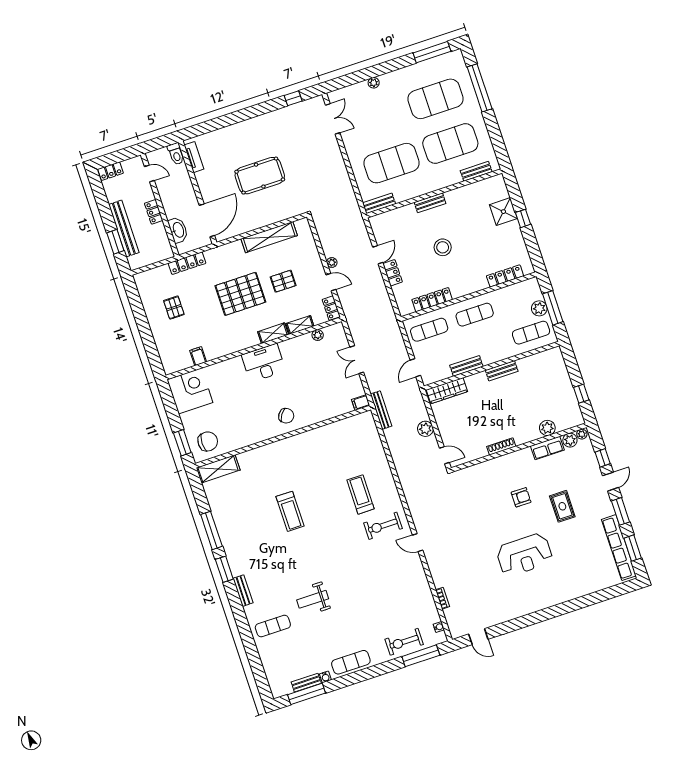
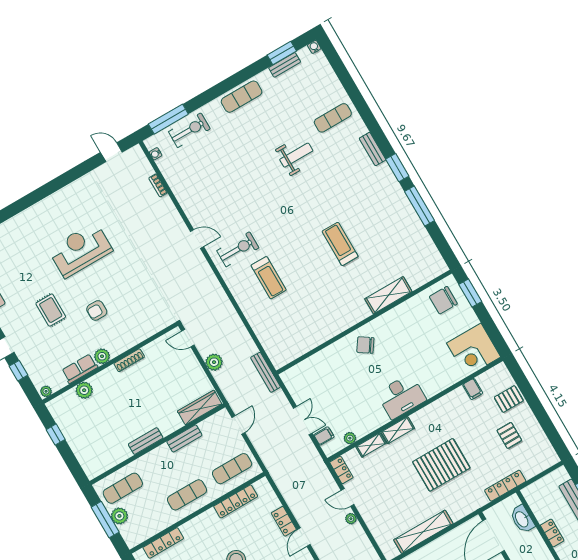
pallet: (283, 281) -> (509, 399), moved
filing cabinet: (361, 403) -> (324, 436), moved
plant: (570, 440) -> (102, 356), moved
shelving: (218, 469) -> (388, 295), moved
water cooler: (325, 677) -> (314, 47), moved
window: (306, 694) -> (282, 53), width x0.69

